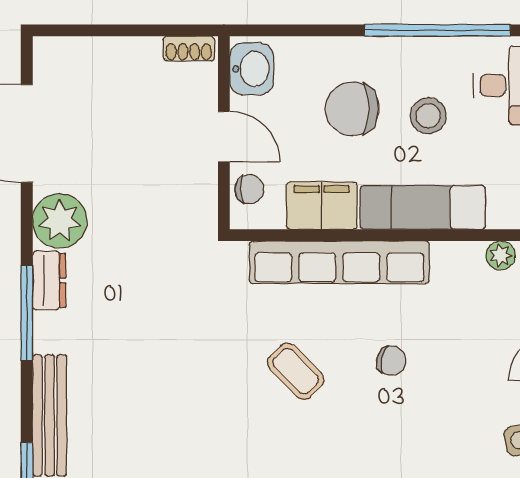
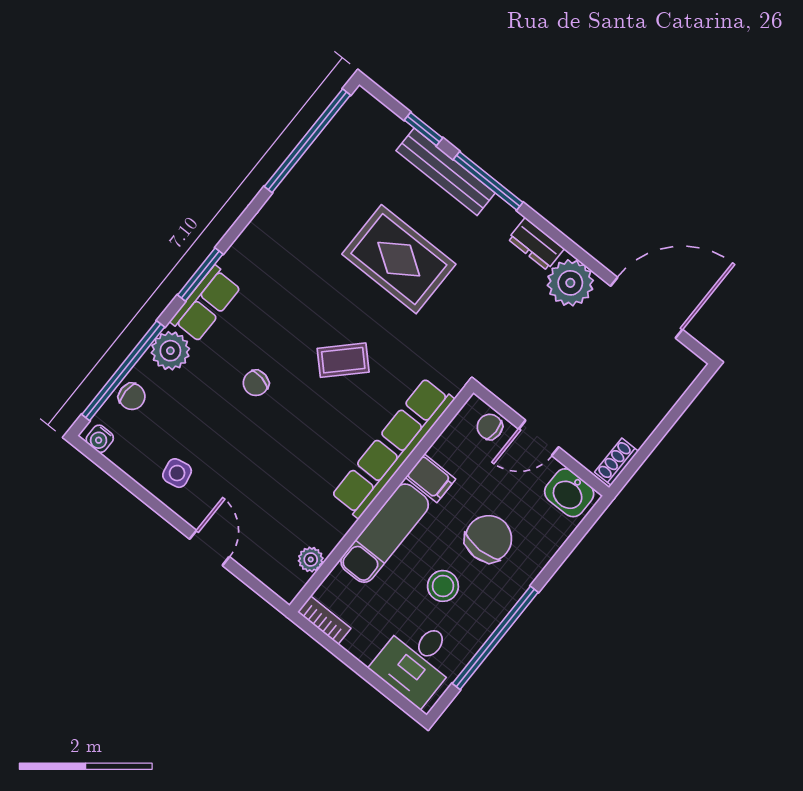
chair: (249, 189) -> (490, 427), turned 90
filing cabinet: (322, 206) -> (430, 478), width x0.50
window: (27, 313) -> (488, 181), moved
chair: (391, 361) -> (256, 383), moved
rug: (163, 394) -> (399, 259), added

